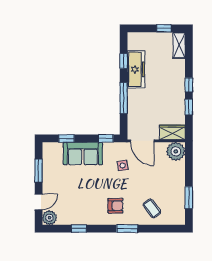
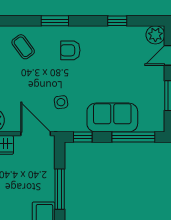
window: (67, 138) -> (133, 137), width x2.17

